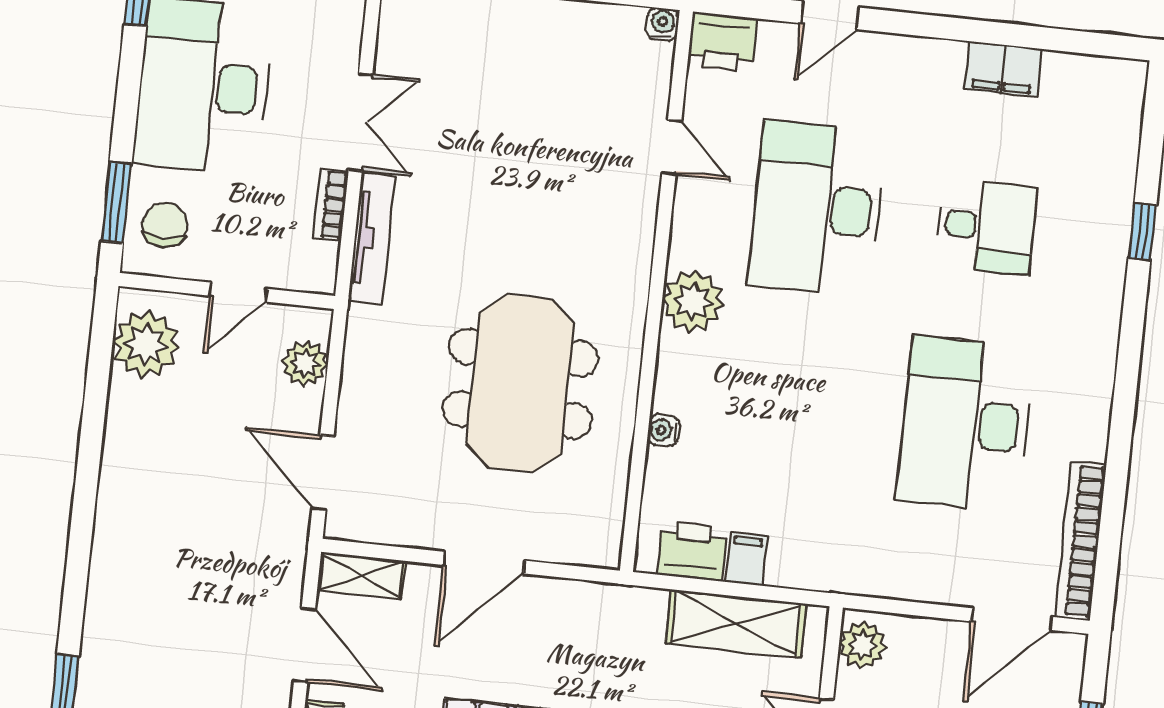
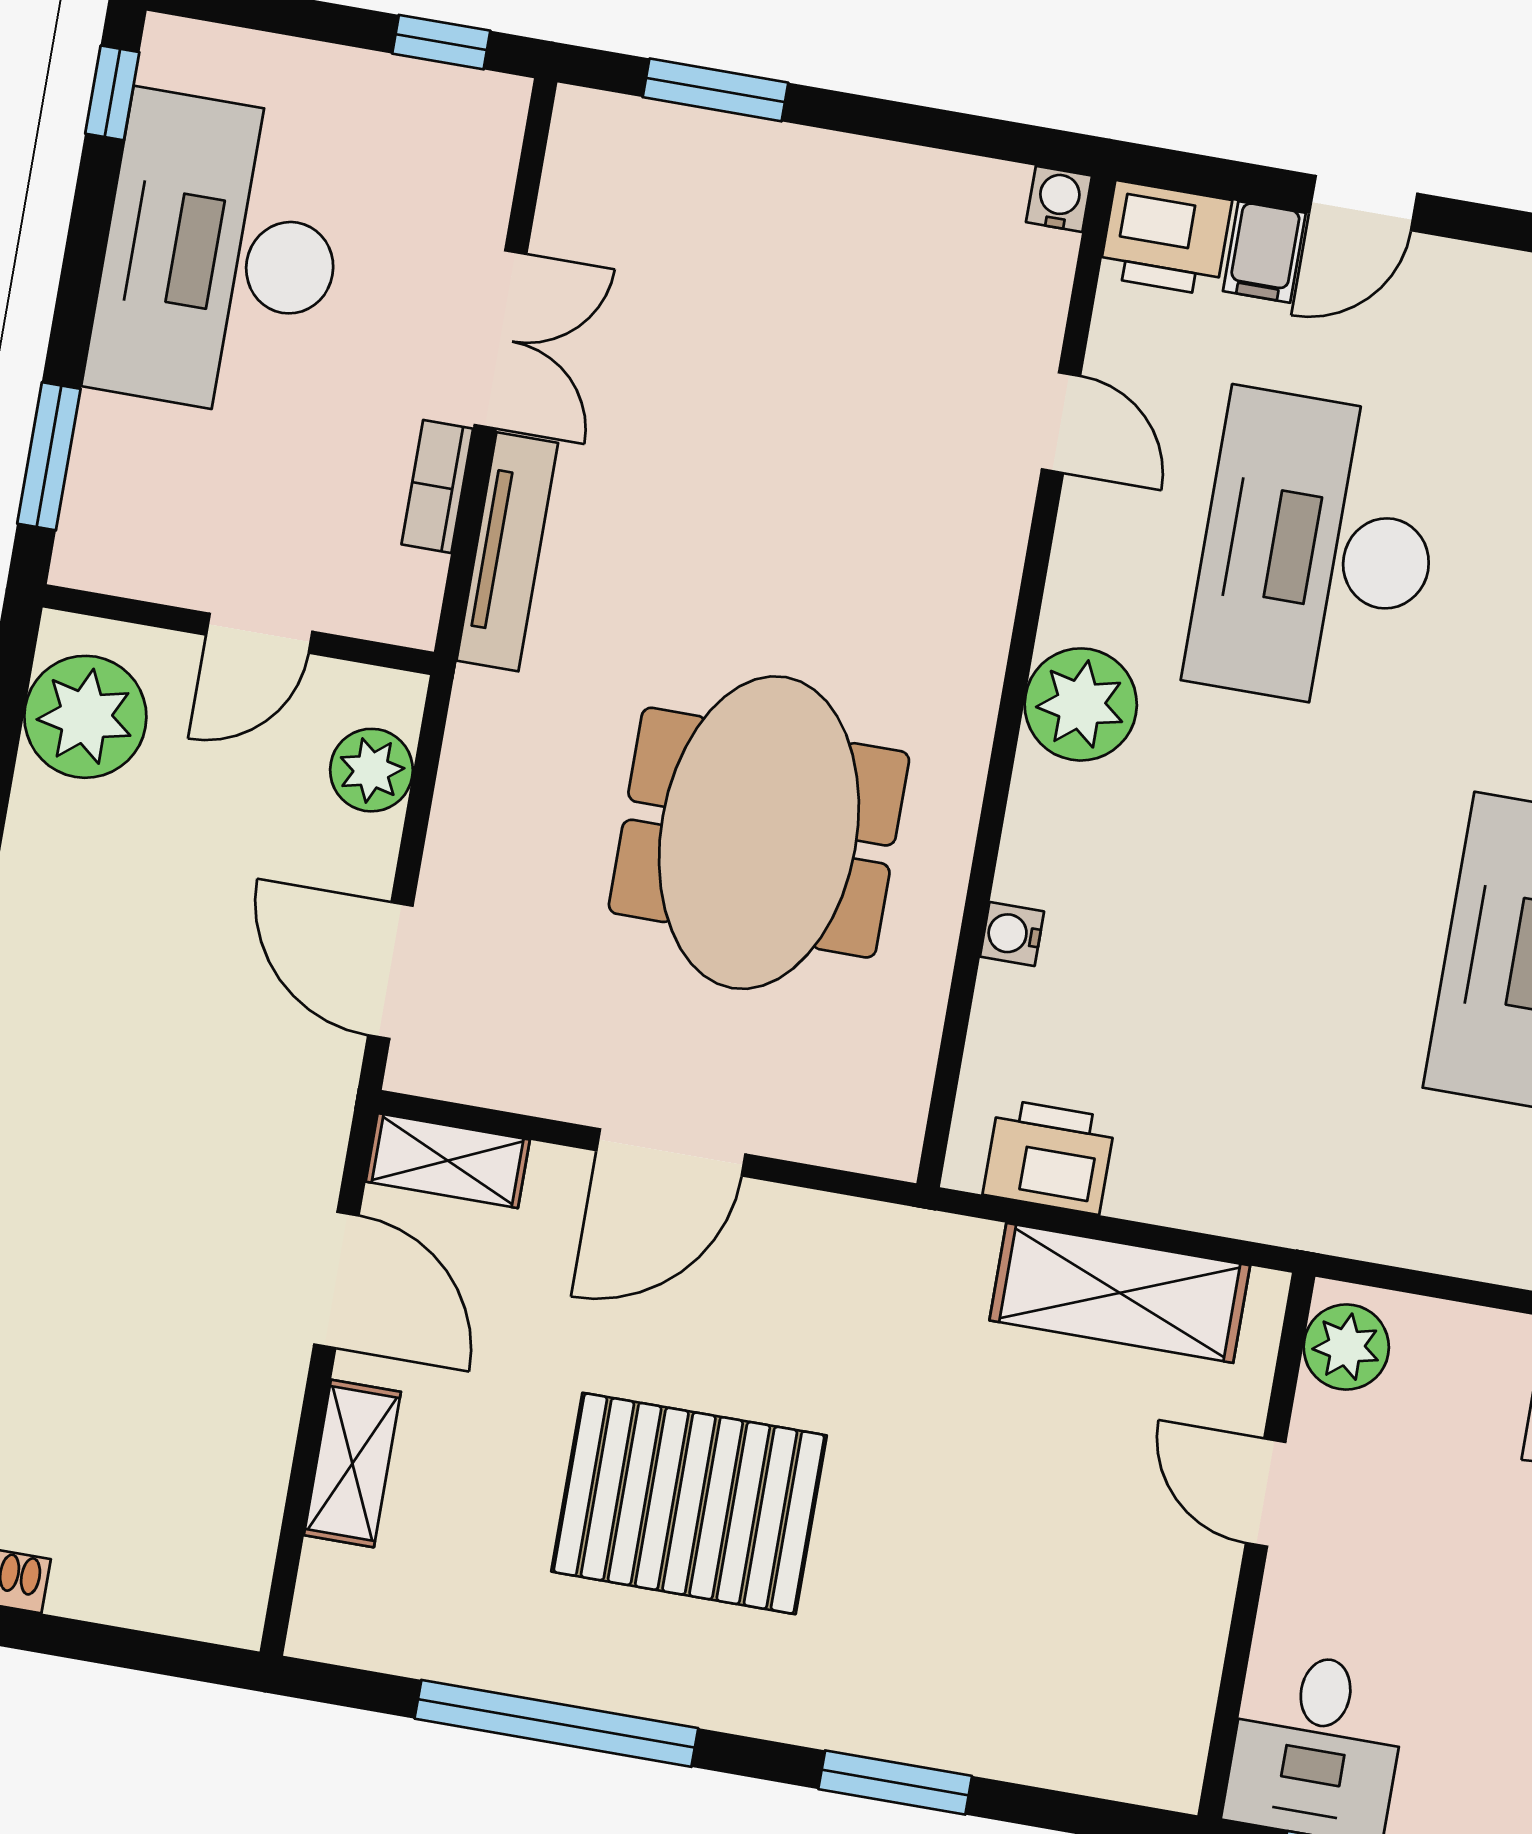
chair: (165, 225) -> (134, 502), removed
filing cabinet: (746, 559) -> (1264, 252), moved, turned 180

